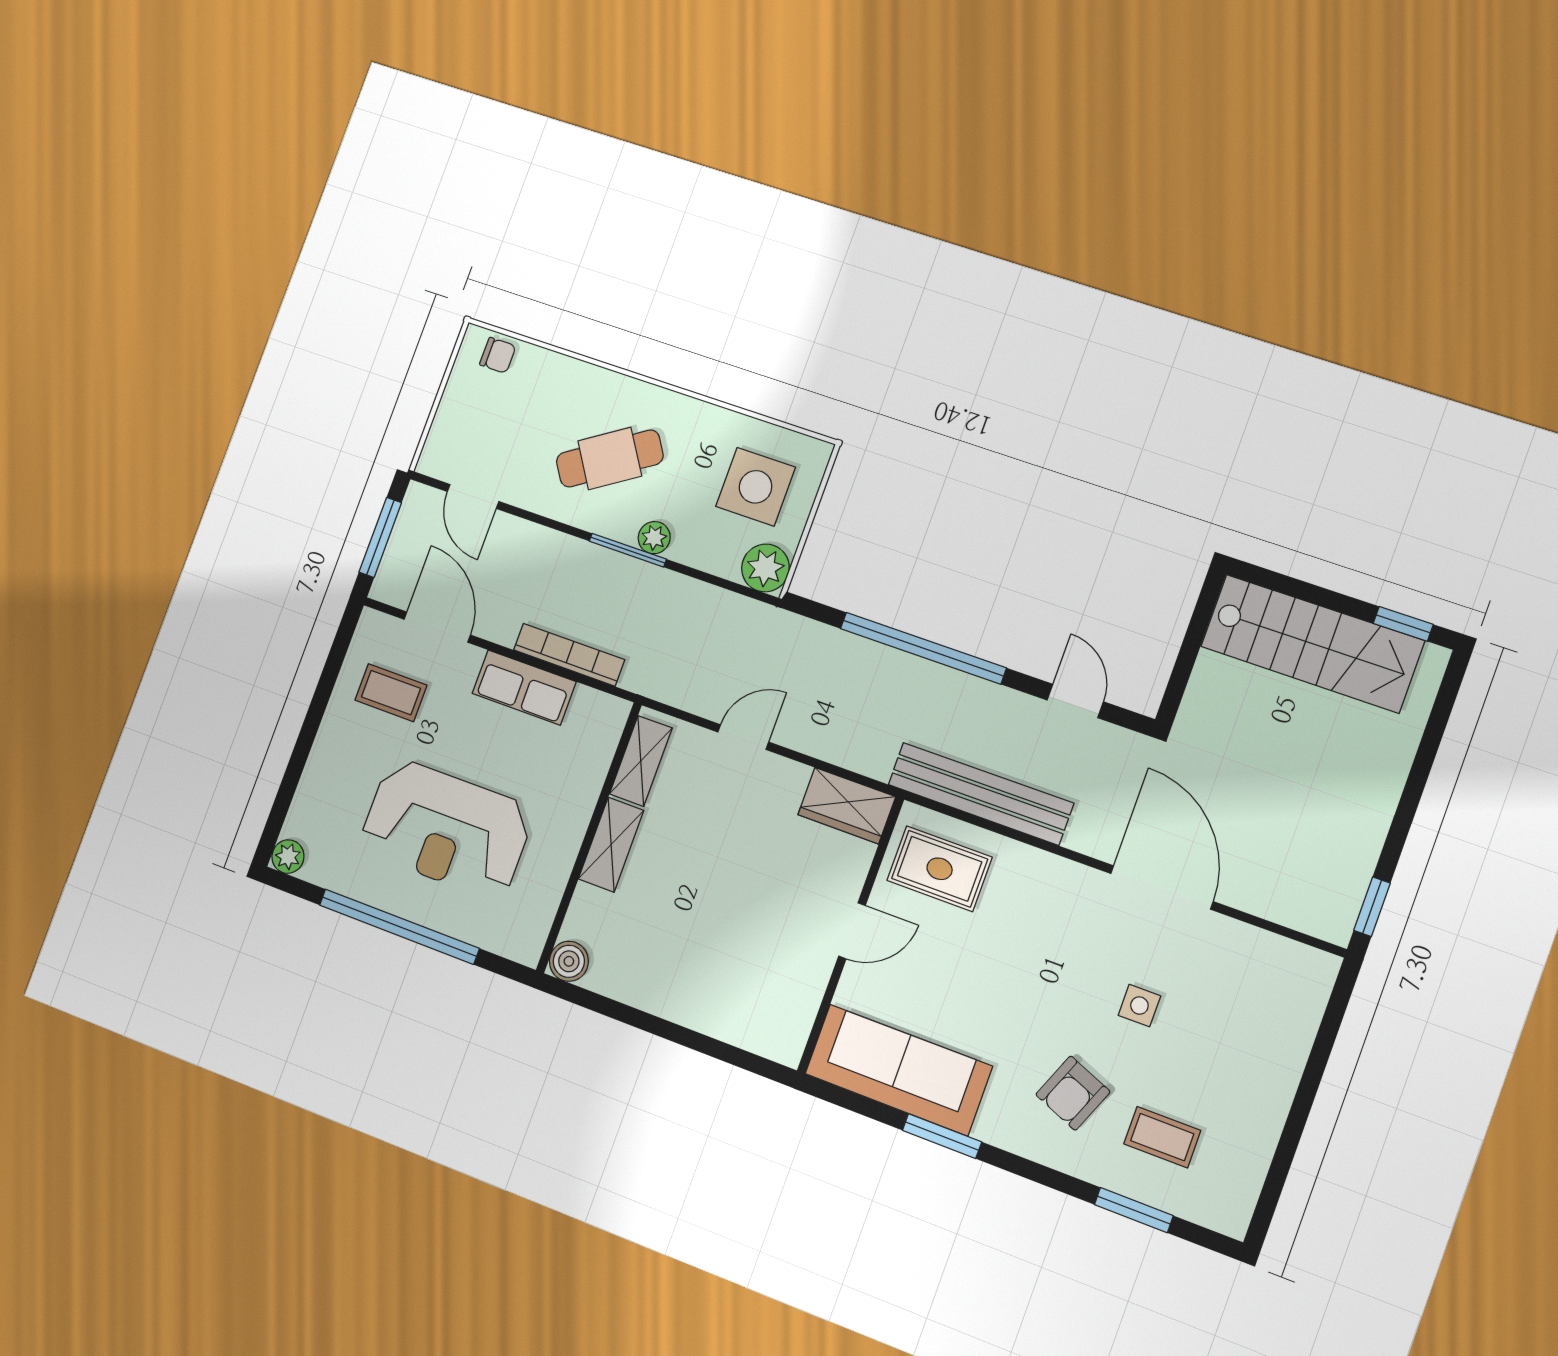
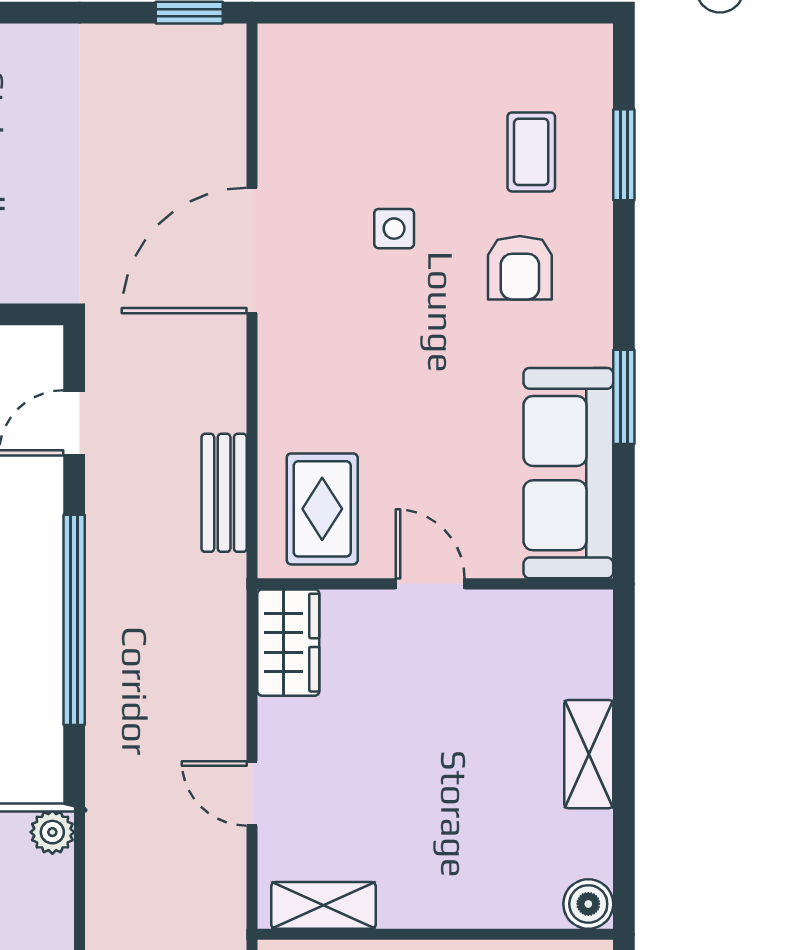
plant: (765, 568) -> (52, 832), width x0.73, depth x0.73
bench: (981, 794) -> (224, 493), width x0.54, depth x0.82
shelving: (611, 845) -> (589, 754), moved, turned 90
armchair: (1073, 1093) -> (520, 268), turned 68

